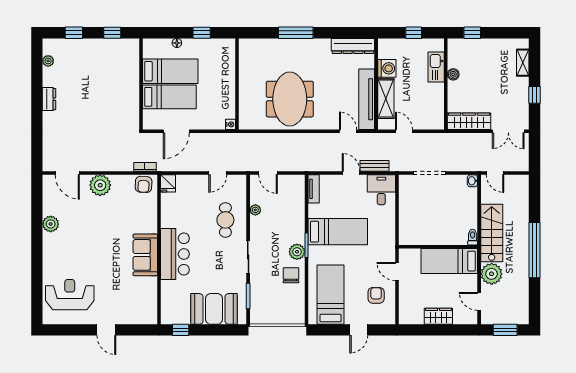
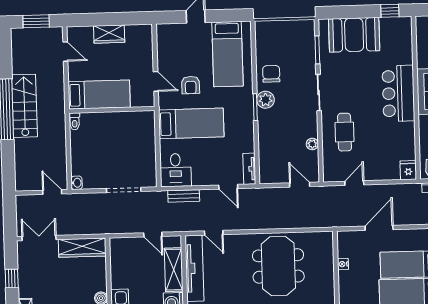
nightstand: (230, 124) -> (343, 264), moved
door: (176, 131) -> (379, 228), moved
door: (351, 173) -> (228, 187), moved
bed: (338, 232) -> (191, 123), moved, turned 180
stairs: (492, 233) -> (25, 106), moved, turned 180
plant: (492, 274) -> (53, 82), removed
chair: (291, 275) -> (271, 74), turned 180
armchair: (376, 295) -> (191, 85), moved

